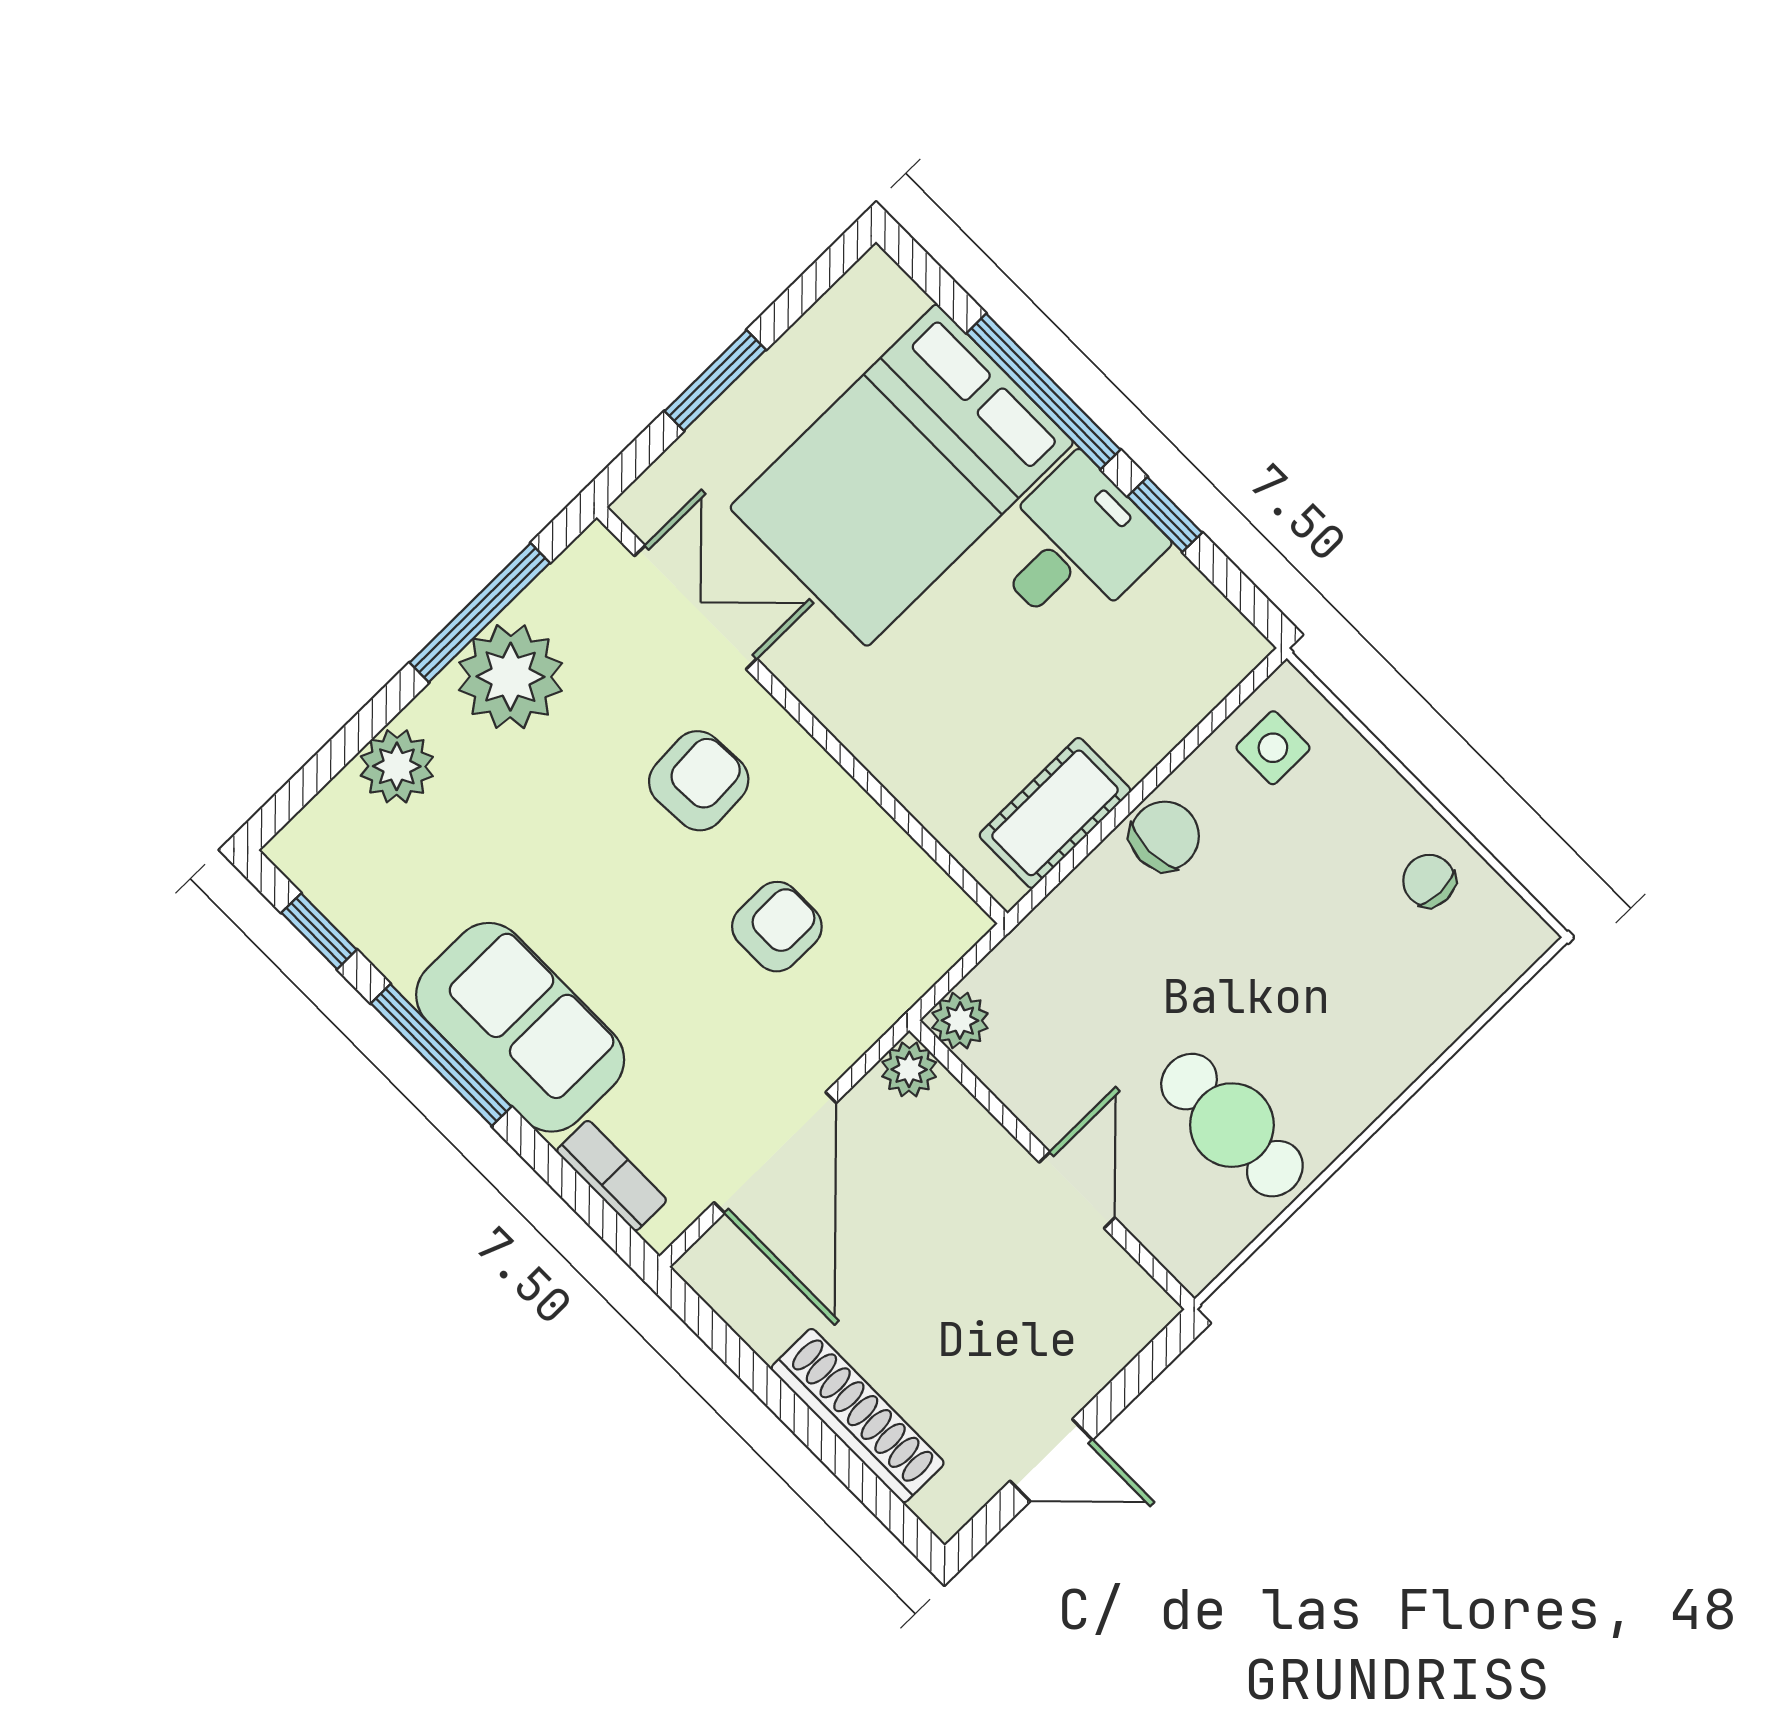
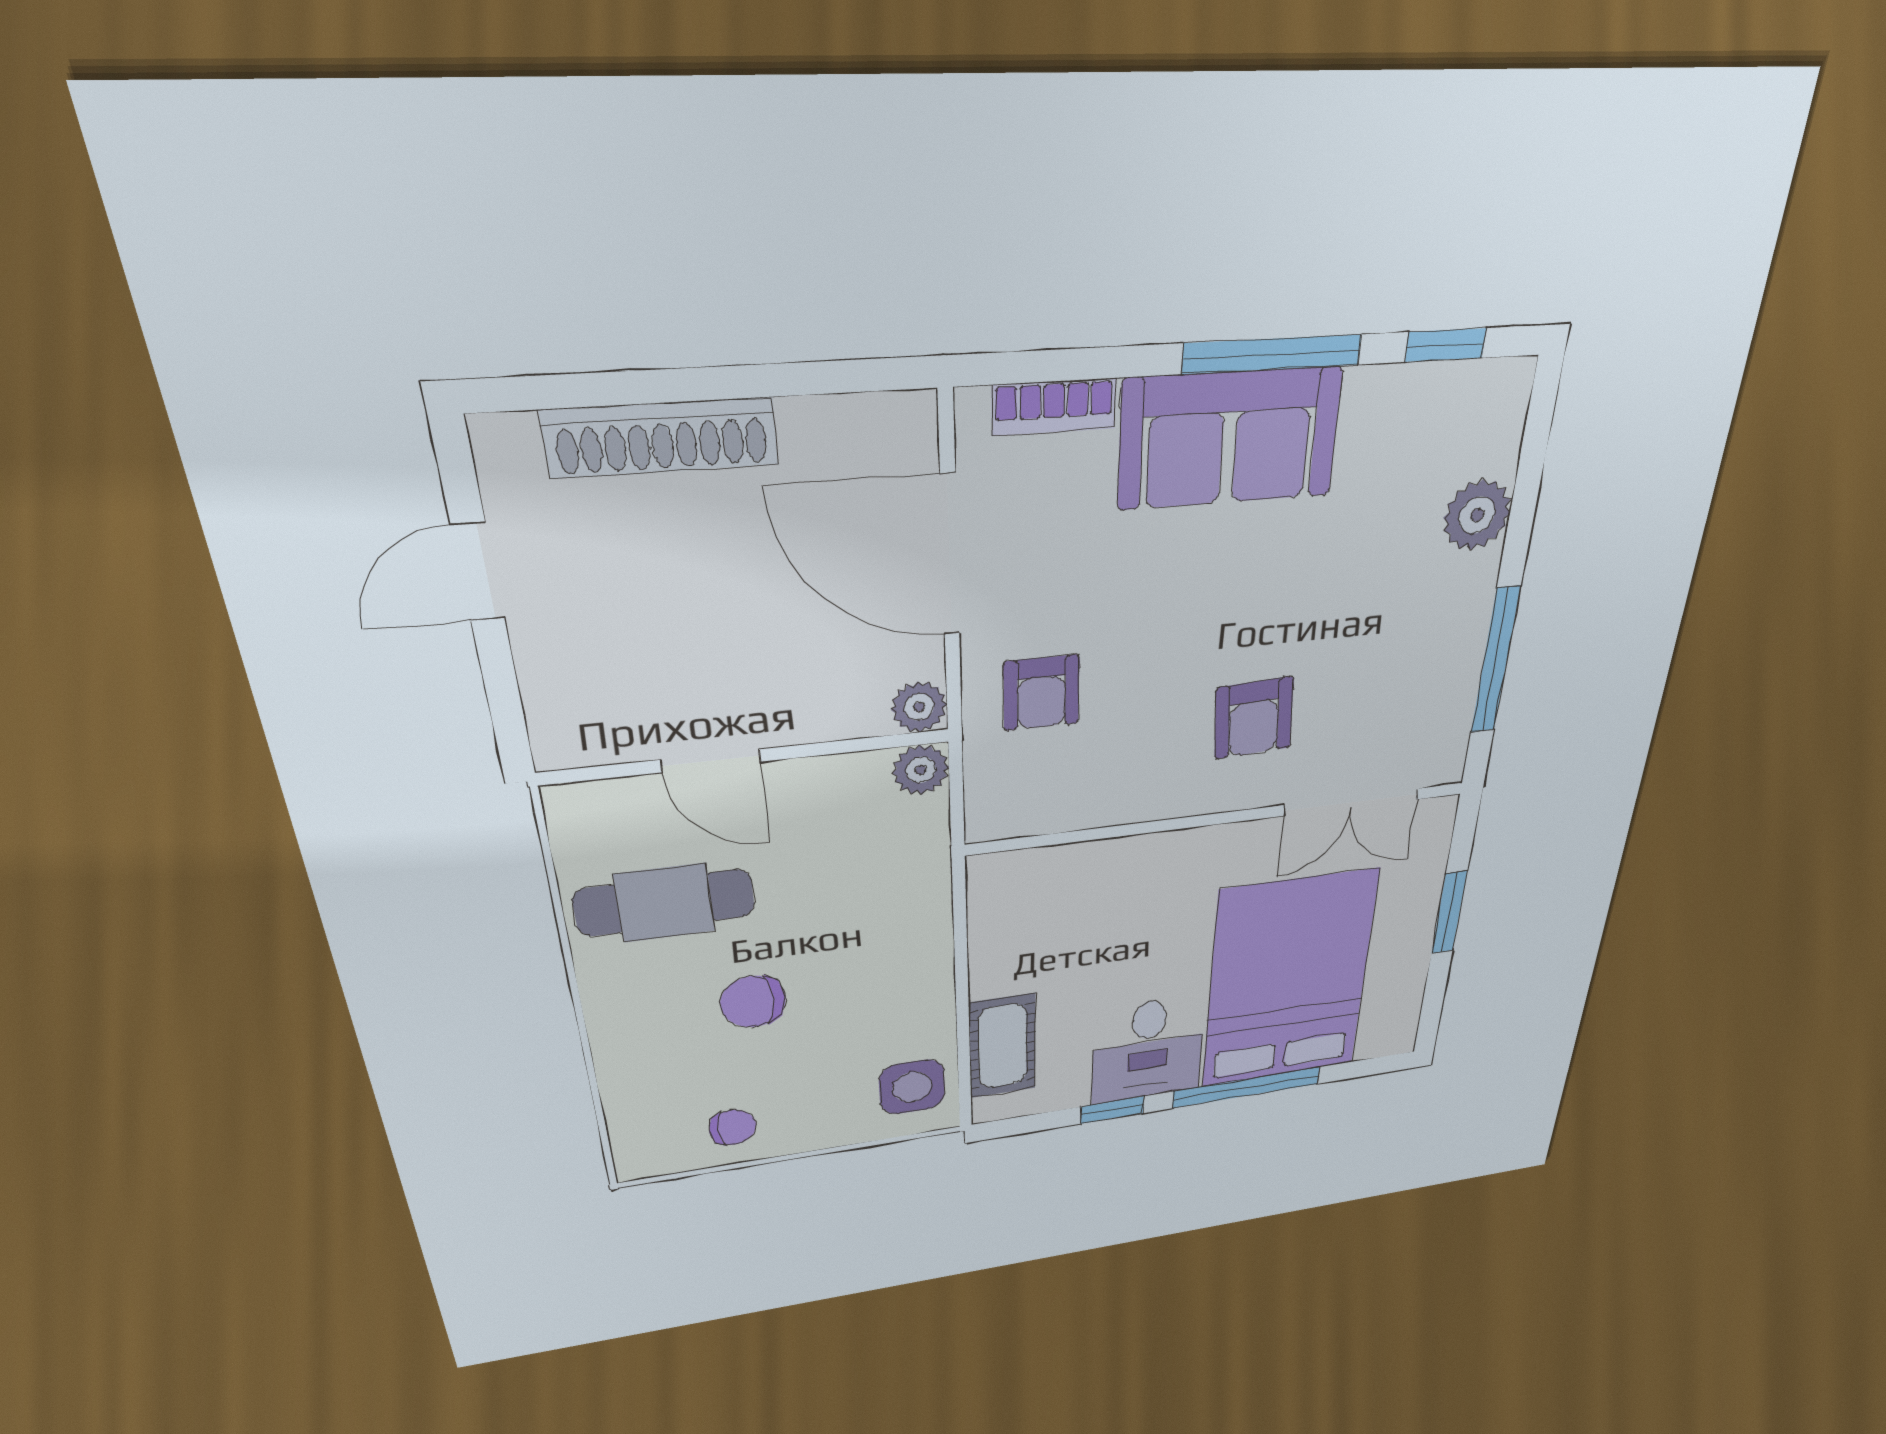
plant: (511, 677) -> (1442, 647), removed
side table: (1273, 748) -> (912, 1087), width x1.37, depth x1.37
cot: (1055, 813) -> (1003, 1046), moved
chair: (1165, 836) -> (753, 1002), moved, turned 90
armchair: (777, 927) -> (1041, 693), moved

